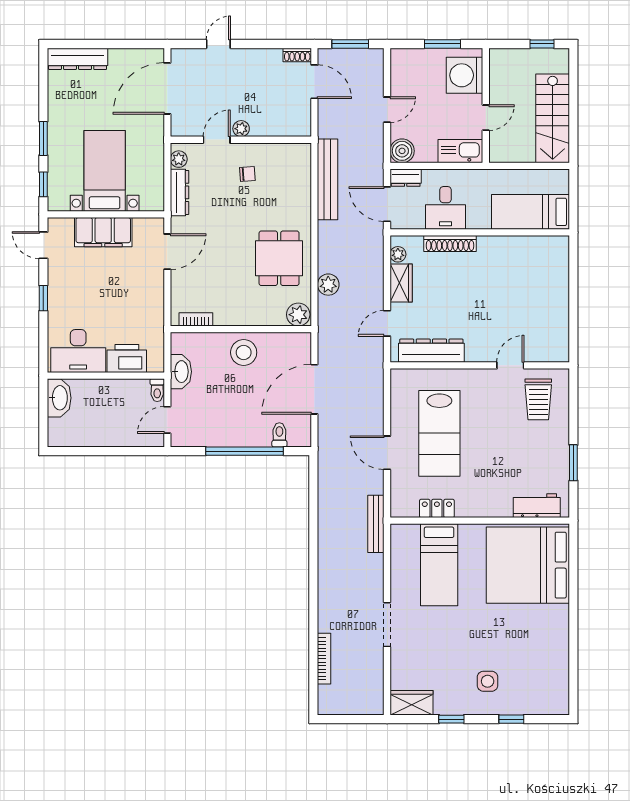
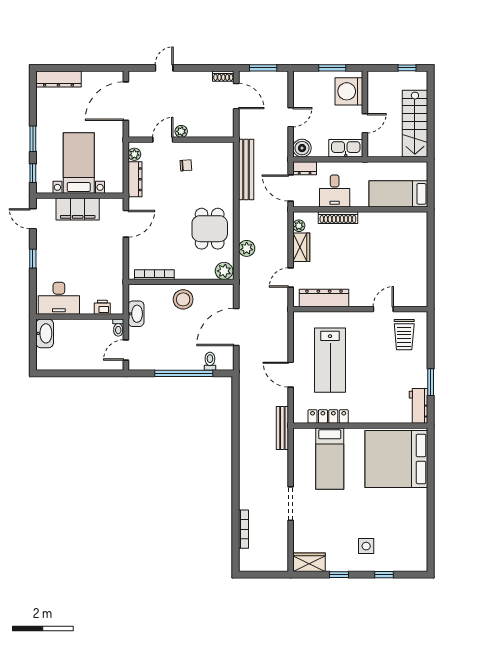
bookcase: (196, 319) -> (154, 275), width x1.56
printer: (127, 358) -> (102, 307), width x0.53, depth x0.68
workbench: (537, 506) -> (419, 406), moved, turned -90
locker: (437, 508) -> (328, 416), width x1.53

